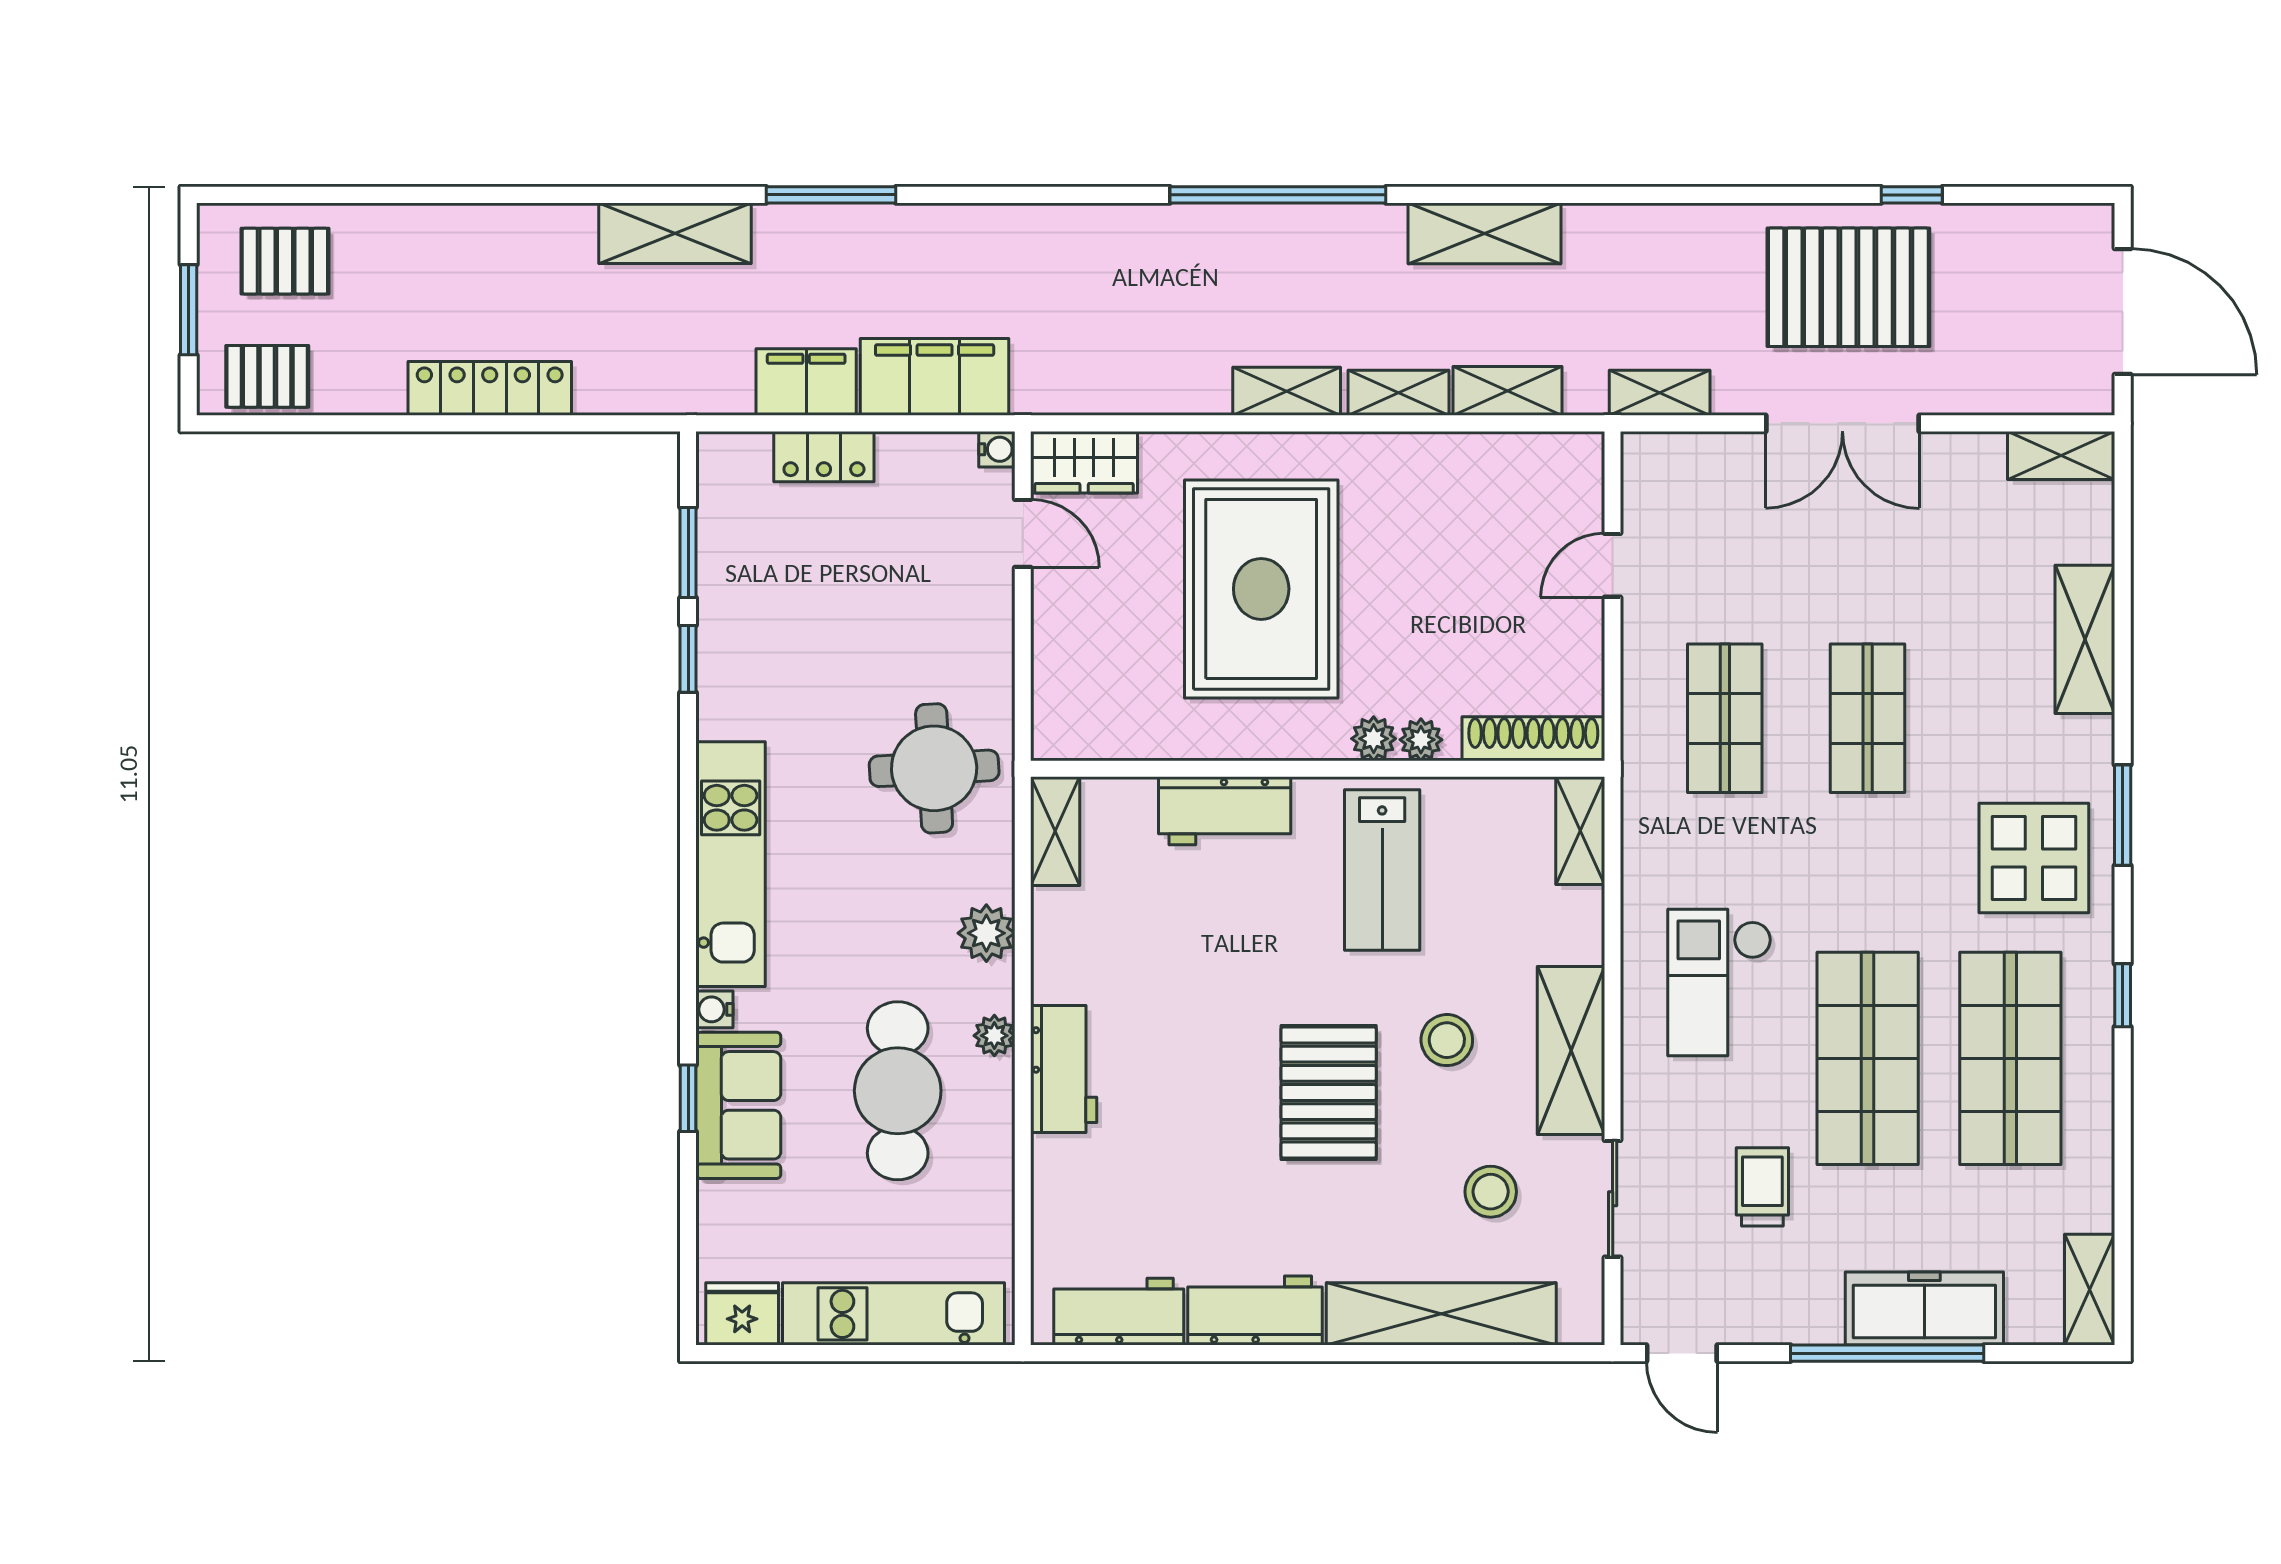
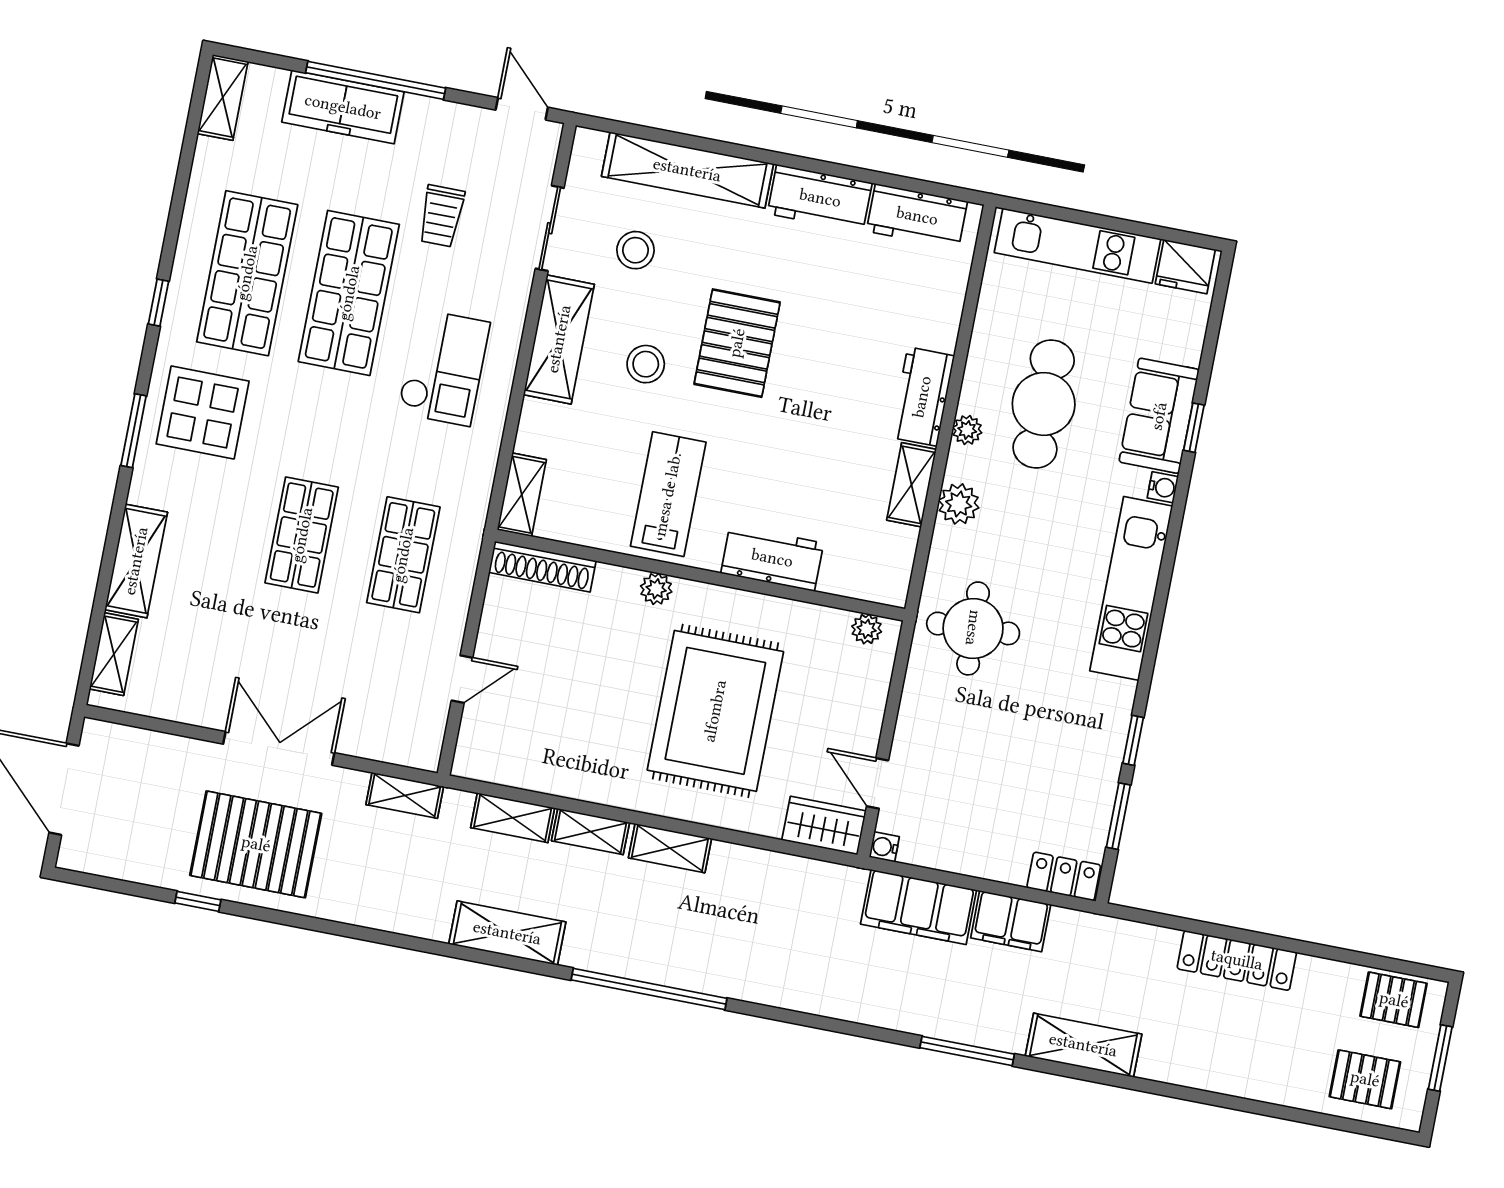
shelving: (2061, 455) -> (114, 654), moved, turned 90
locker: (824, 457) -> (1064, 876), moved
plant: (1421, 740) -> (867, 629), moved
shelving: (1055, 831) -> (912, 485), moved

